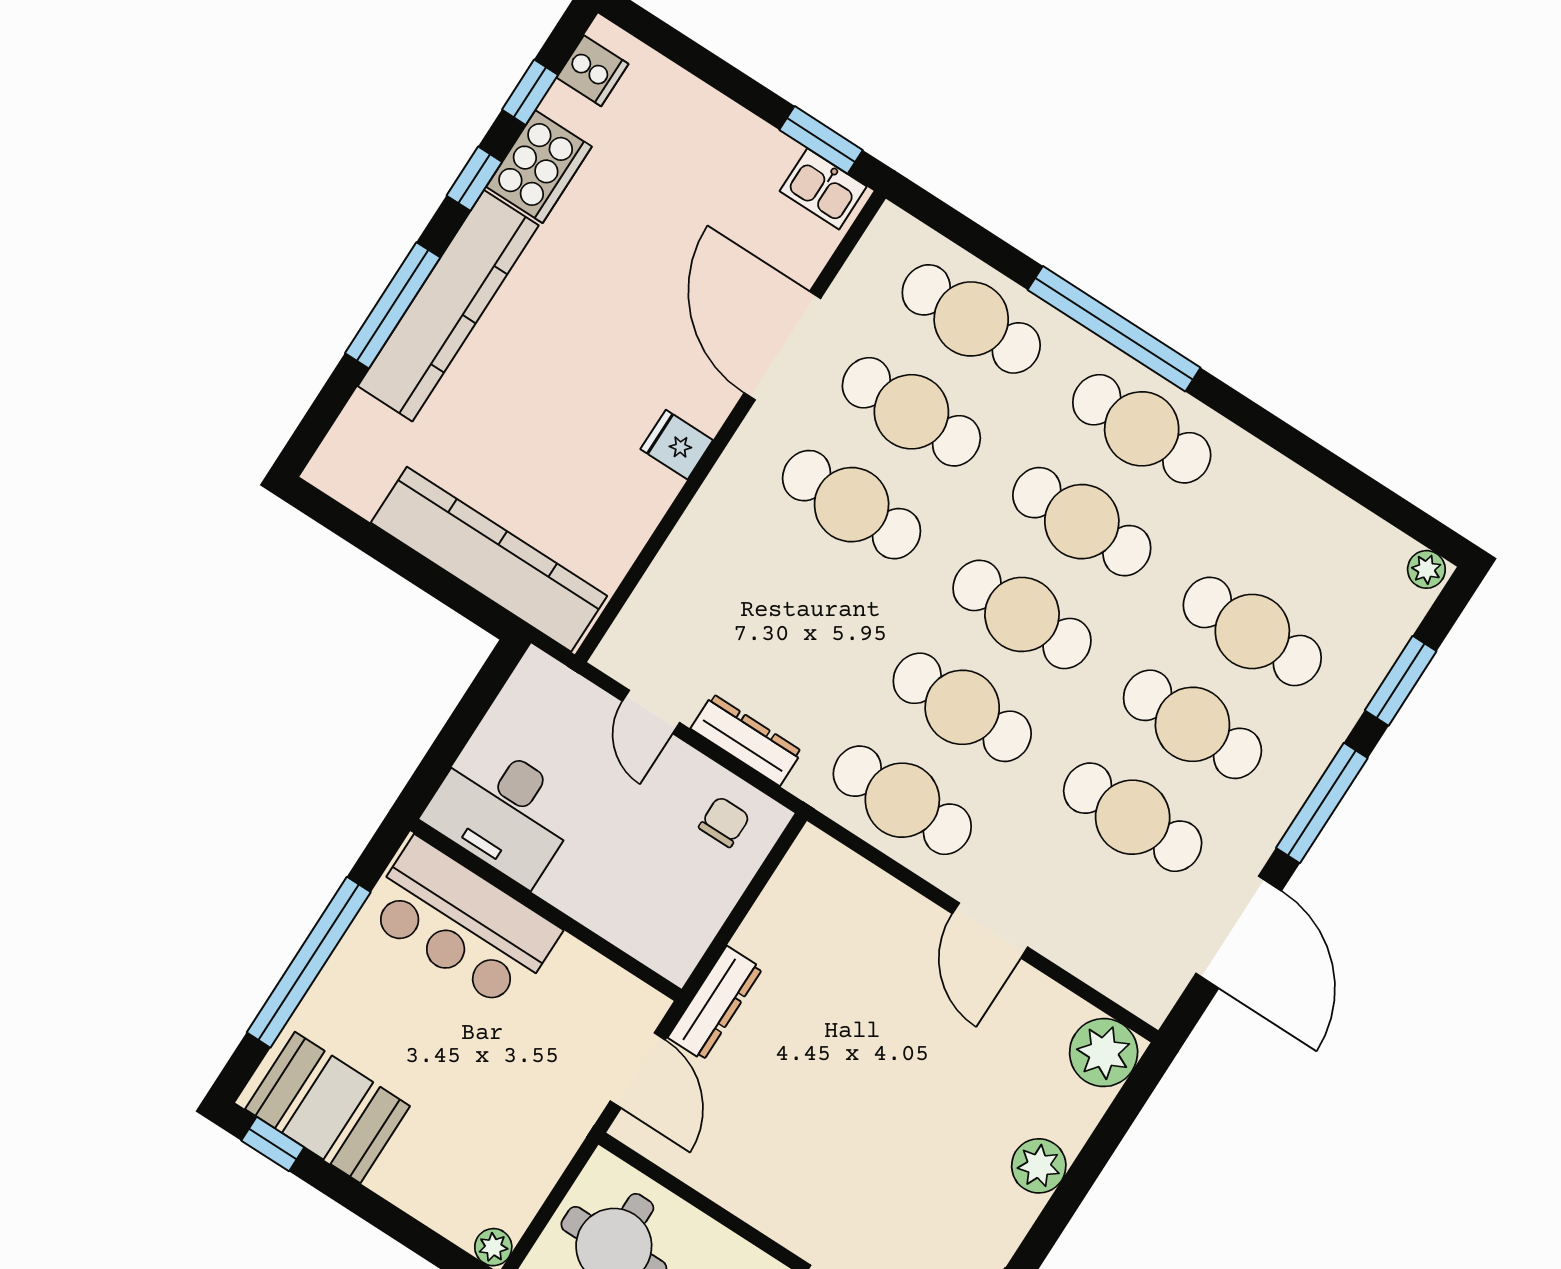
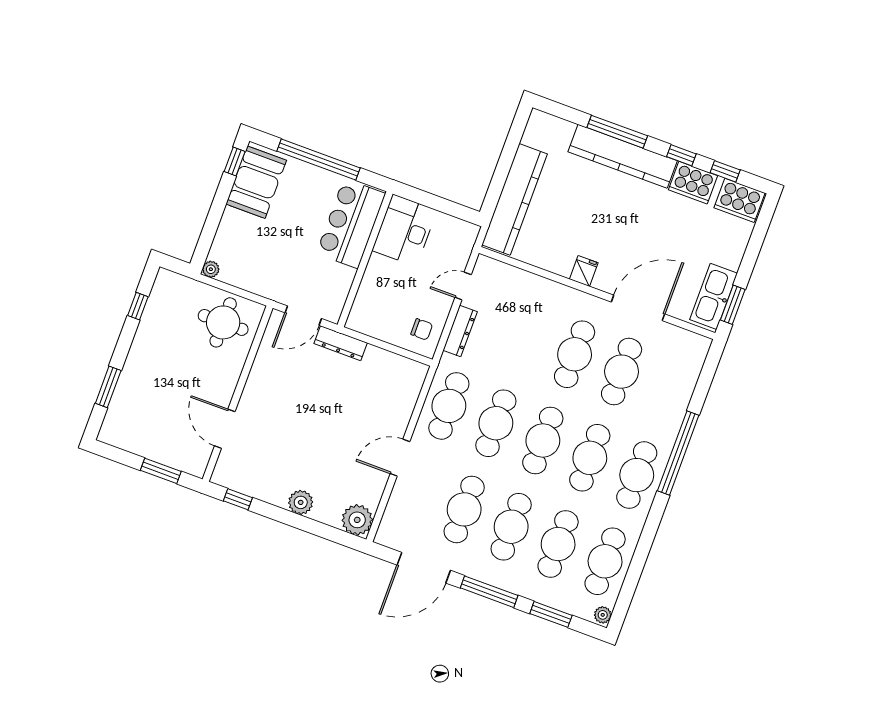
cooker: (592, 71) -> (739, 200), width x1.87, depth x1.31
kitchen sink: (823, 189) -> (714, 296), width x1.87, depth x1.24
cafe table: (971, 319) -> (605, 561), moved

